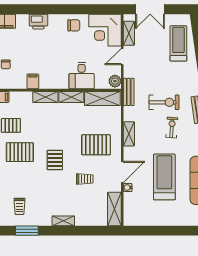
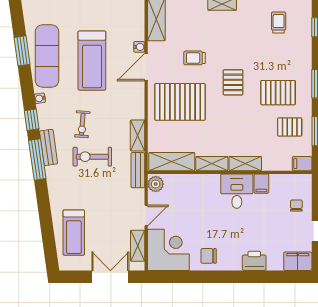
desk: (82, 76) -> (237, 191), moved
shelving: (129, 134) -> (138, 136), moved
pallet: (96, 145) -> (180, 102), width x1.37, depth x1.41

